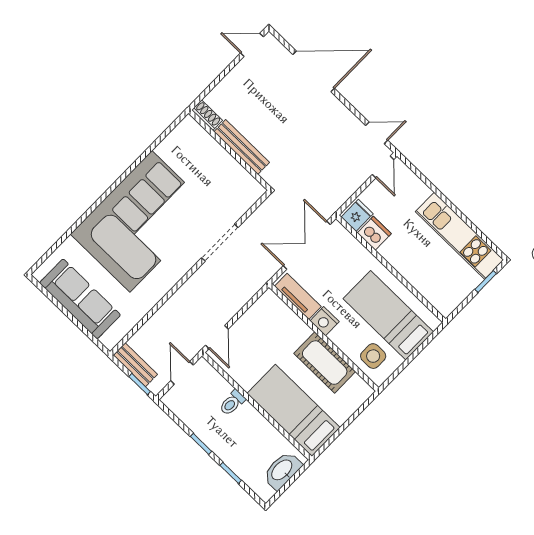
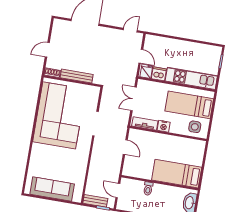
door: (252, 45) -> (47, 50), moved
door: (383, 167) -> (141, 56), moved
corner sofa: (141, 221) -> (59, 115), moved
kitchen unit: (459, 236) -> (191, 78), moved, turned 180
double door: (307, 245) -> (133, 99), width x0.73
door: (217, 337) -> (125, 147), moved
cot: (325, 363) -> (176, 144), removed

